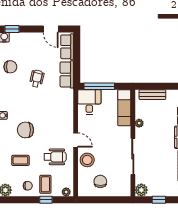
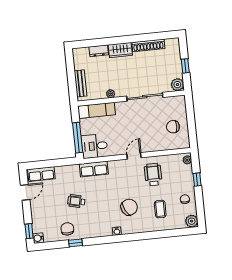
row of seats: (67, 74) -> (94, 169), moved
chair: (25, 130) -> (129, 207), turned -117
stool: (87, 160) -> (153, 142), removed
coffee table: (45, 184) -> (182, 182), removed

